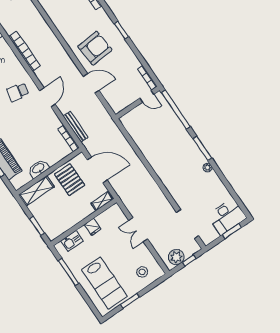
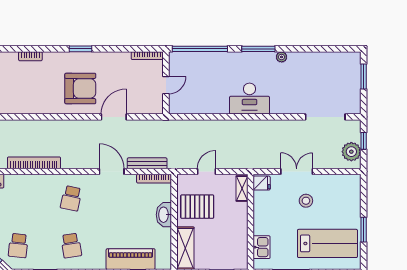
armchair: (95, 48) -> (80, 88), turned 95
door: (147, 96) -> (166, 85), moved
door: (47, 97) -> (112, 171), moved
washbasin: (38, 169) -> (164, 215), moved
door: (97, 170) -> (207, 171), width x0.53
desk: (227, 217) -> (250, 99), moved, turned 90
fridge: (93, 227) -> (262, 183), moved
double door: (138, 230) -> (297, 171), swing flipped
stool: (142, 272) -> (306, 201), moved

